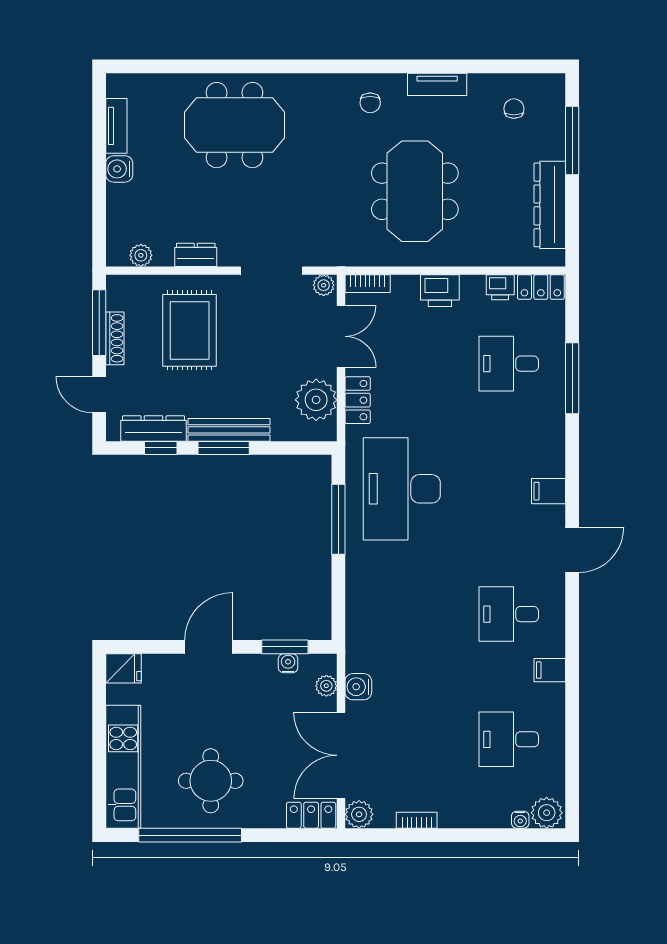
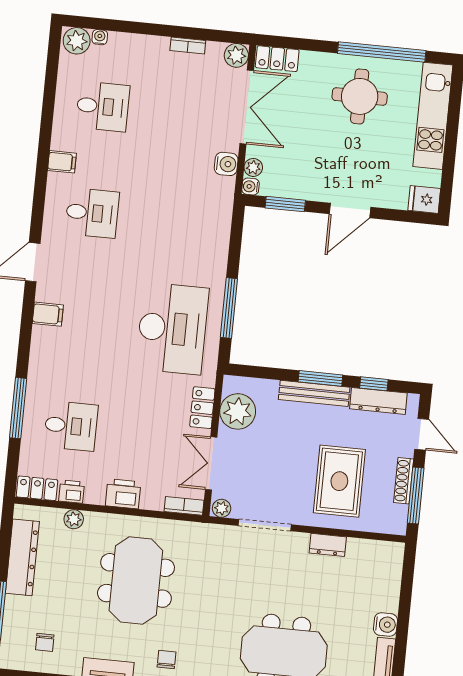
plant: (141, 255) -> (74, 519), moved
water cooler: (288, 663) -> (251, 186), moved, turned 90

